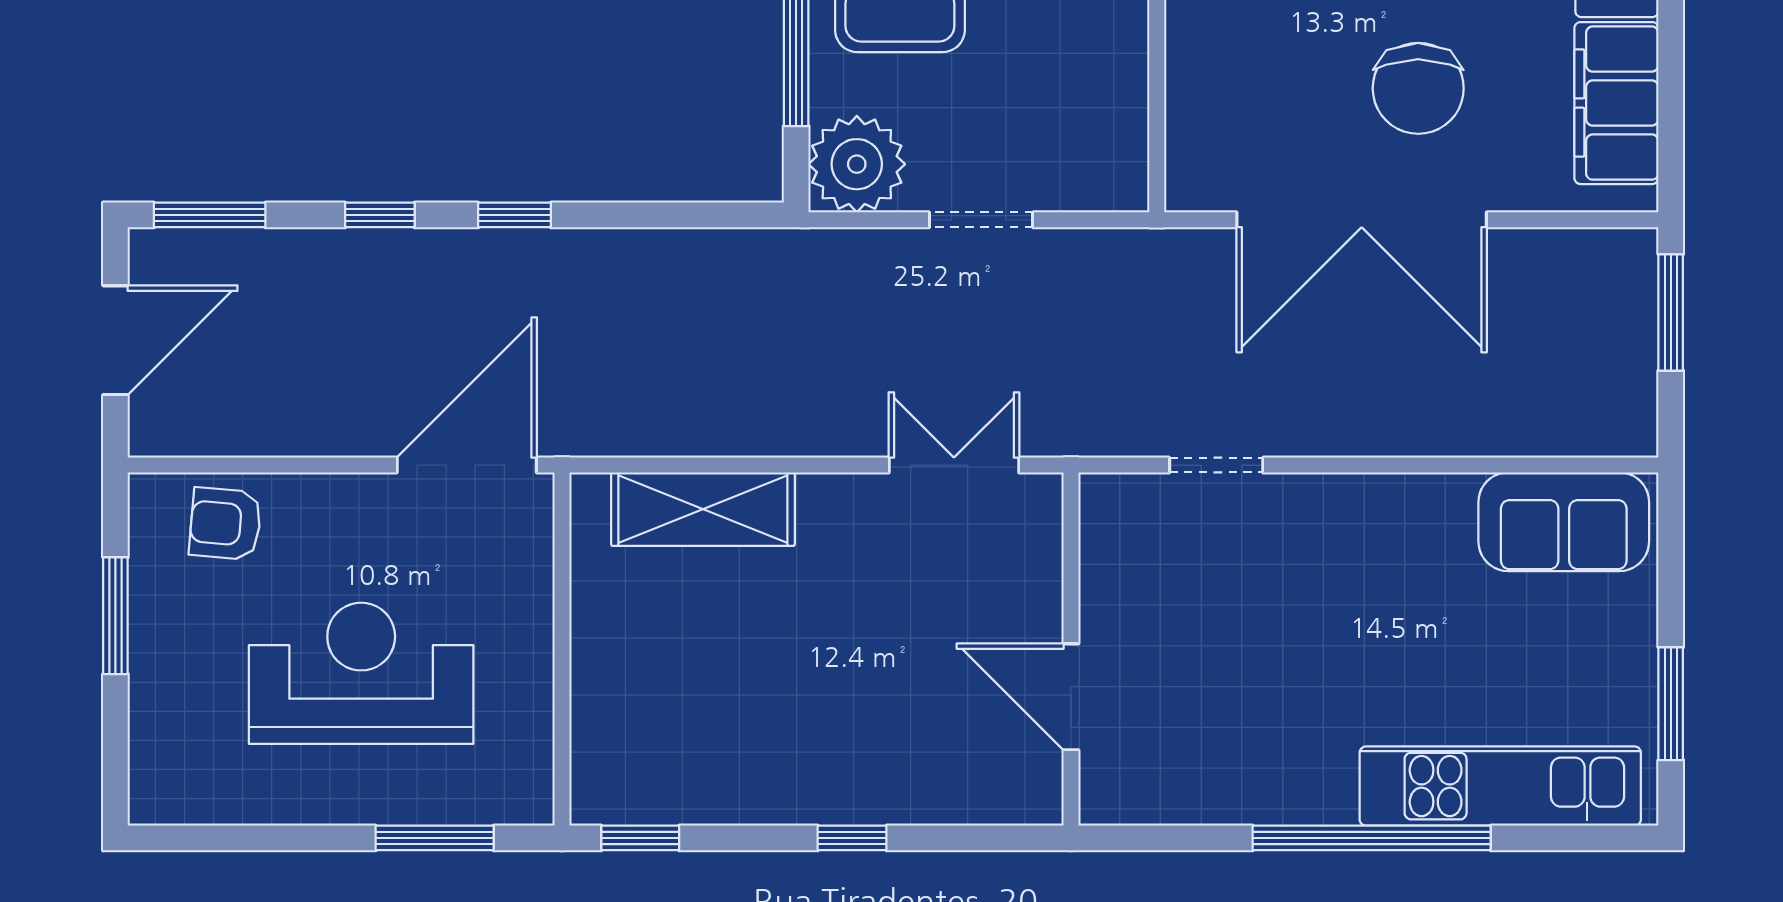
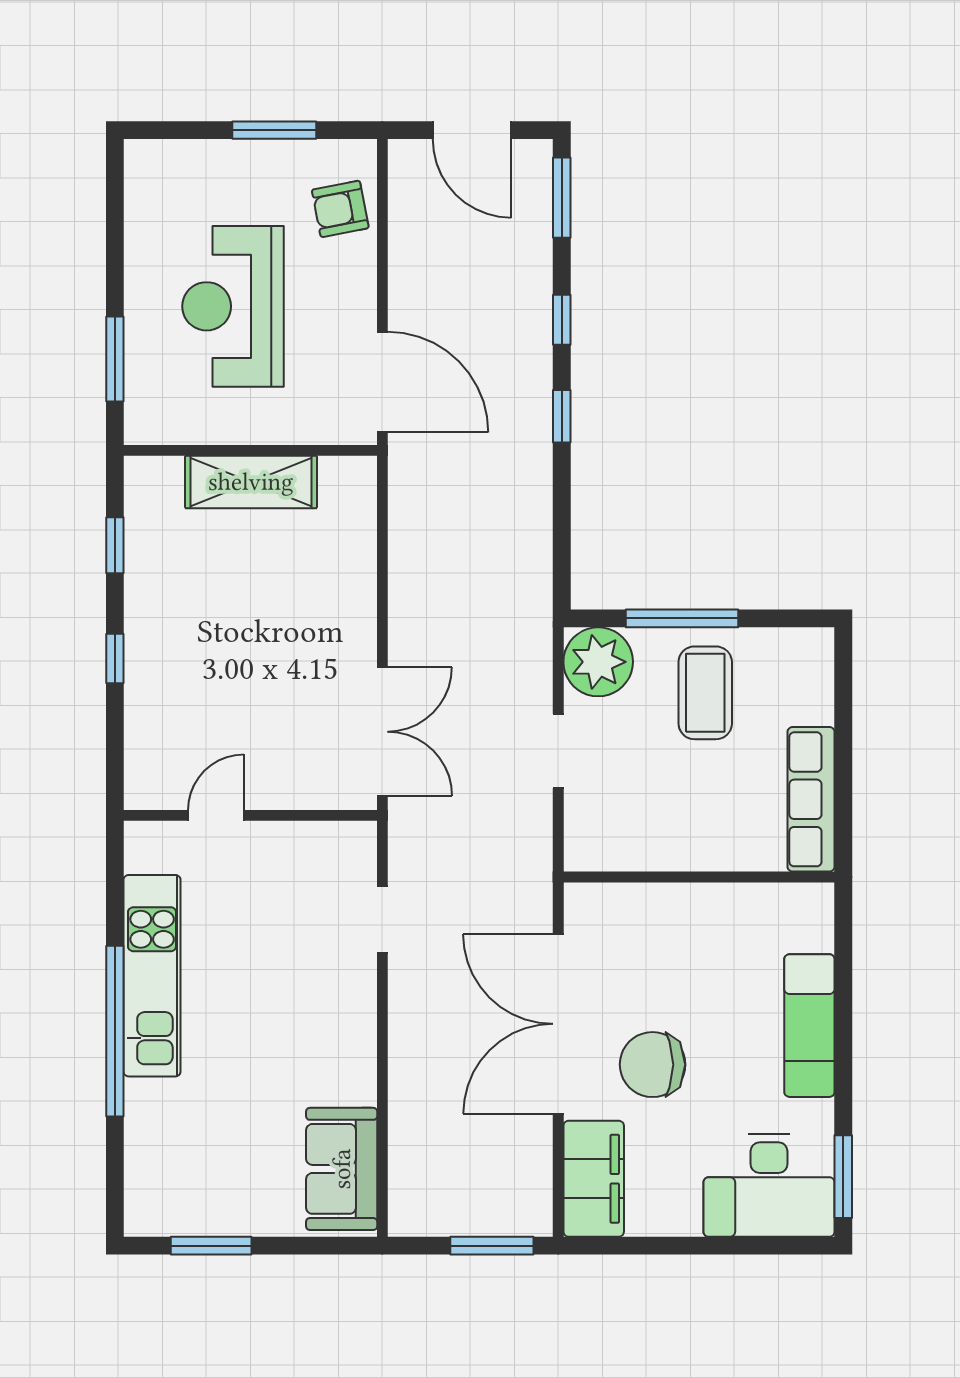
filing cabinet: (1616, 103) -> (594, 1179), moved, turned 90
double door: (954, 465) -> (382, 732), width x1.37
shelving: (703, 509) -> (251, 482), moved, turned 90
armchair: (225, 524) -> (340, 209), turned -106
reception desk: (361, 673) -> (233, 306), turned 180
door: (1071, 697) -> (216, 815), width x0.73
kitchen unit: (1500, 786) -> (152, 976), moved
window: (640, 838) -> (115, 545), moved

